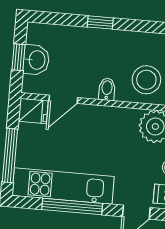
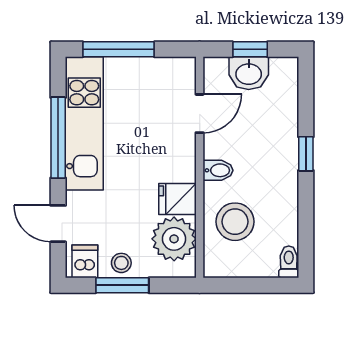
door: (63, 99) -> (200, 114), swing flipped
fridge: (33, 111) -> (177, 199), moved, turned 90

